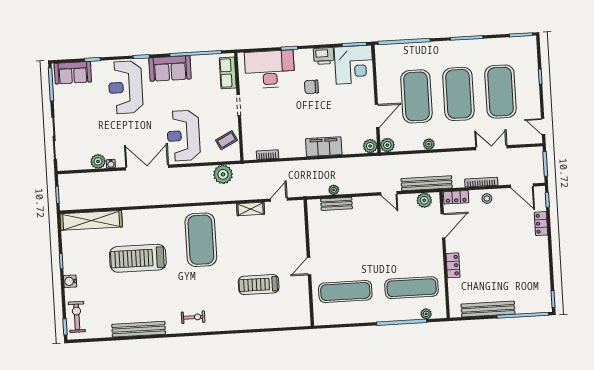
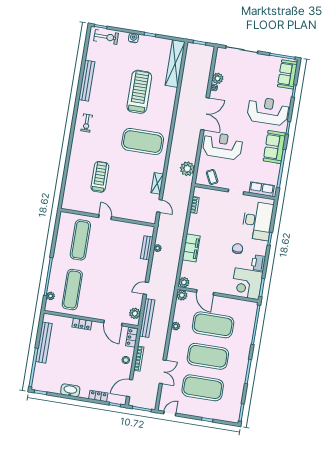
washbasin: (542, 261) -> (70, 390), added

